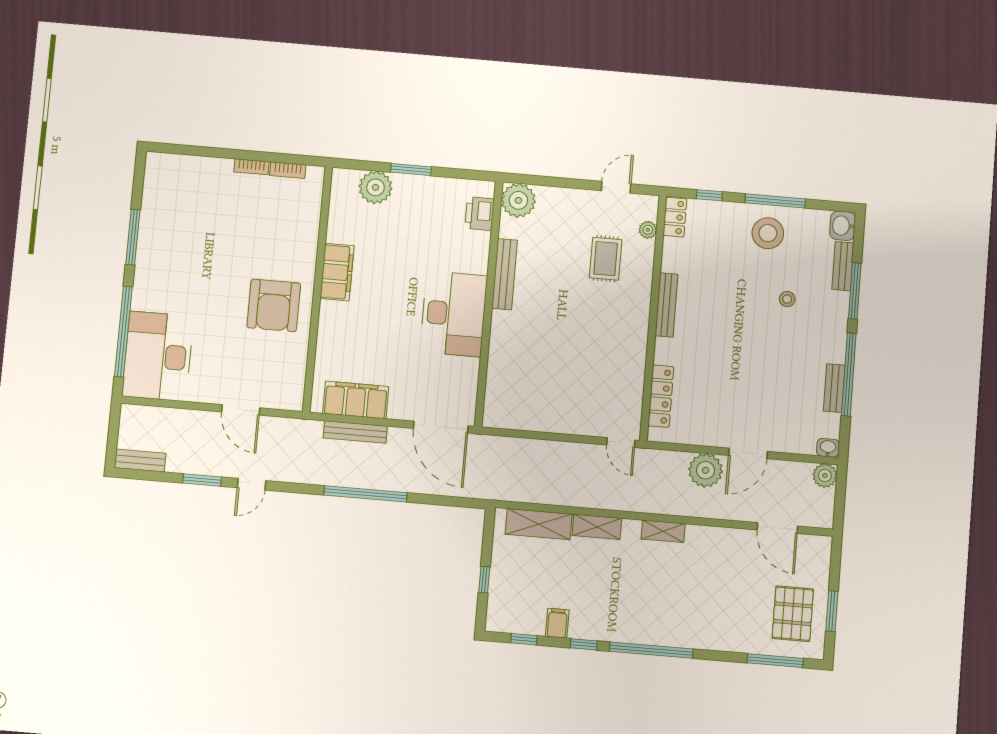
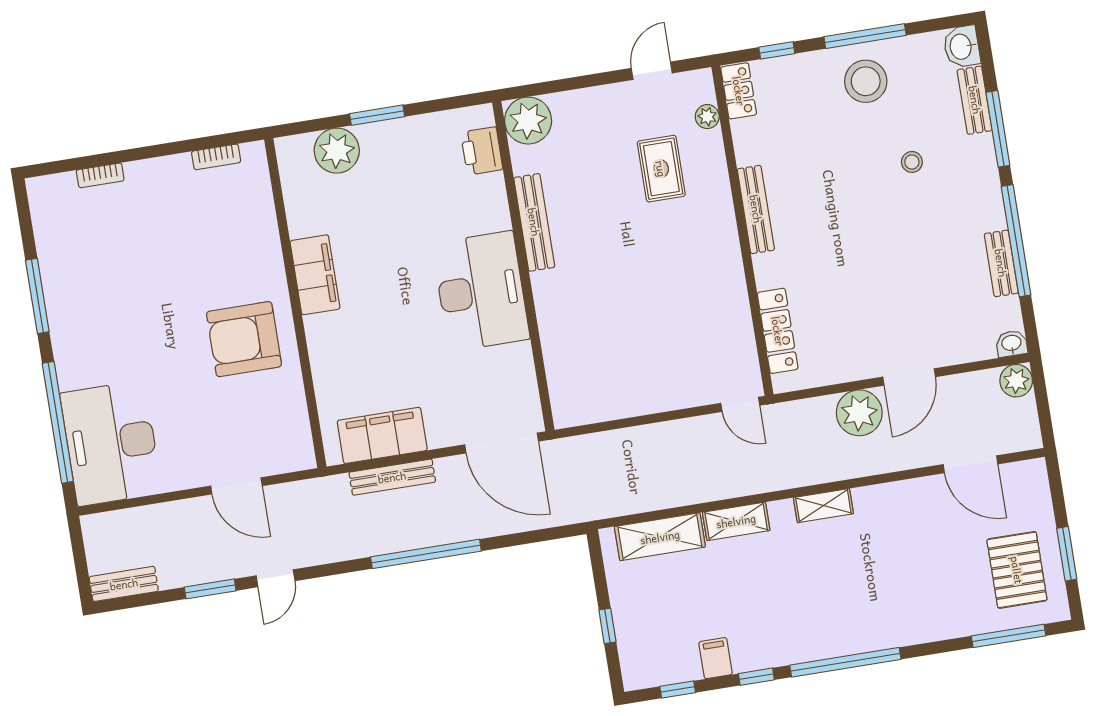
bookcase: (251, 167) -> (100, 175), moved
armchair: (274, 305) -> (244, 339), turned 90

